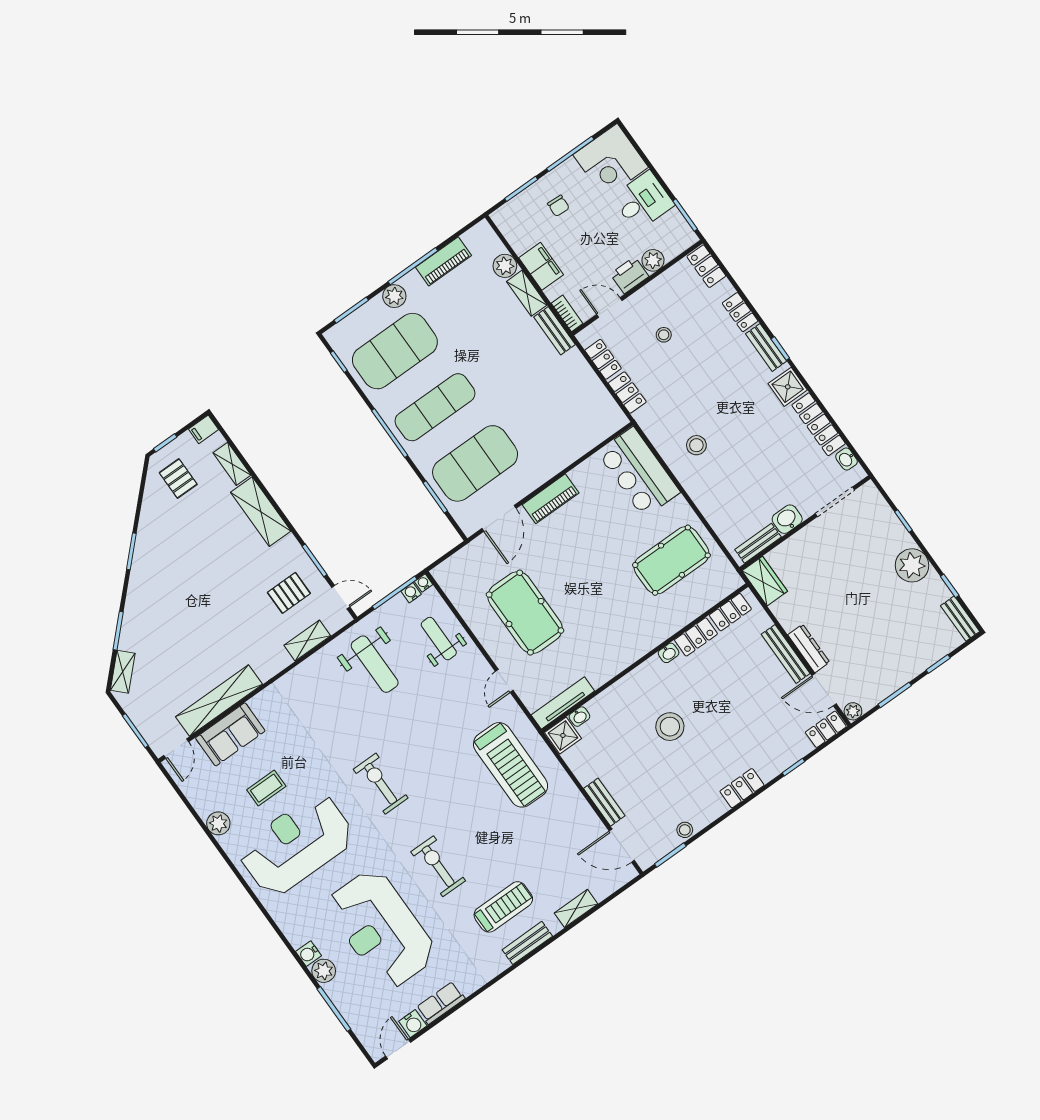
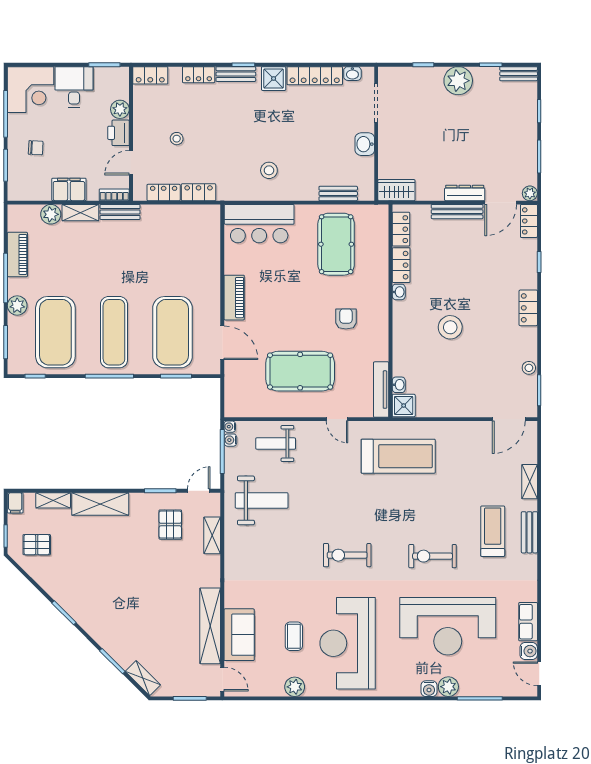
bench: (758, 543) -> (338, 193), moved, turned 90
armchair: (607, 621) -> (346, 319), added
bench: (604, 802) -> (470, 410), removed

